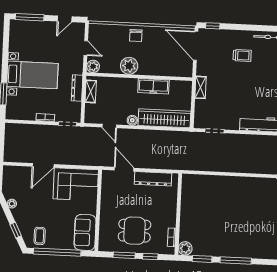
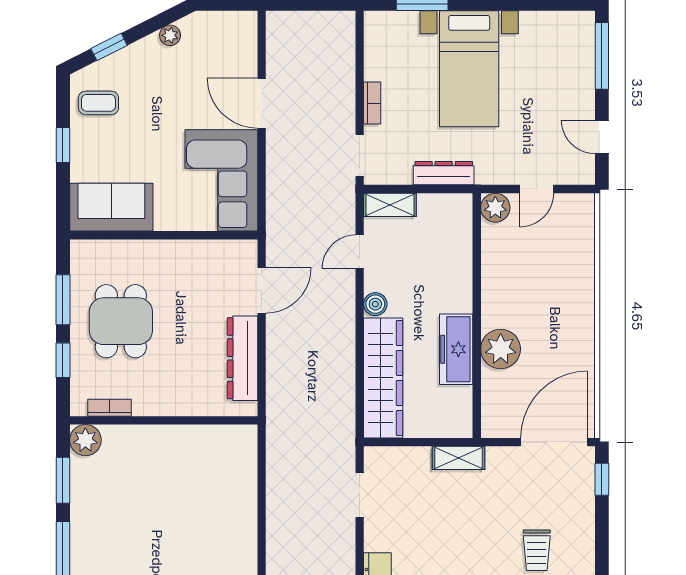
chair: (136, 35) -> (571, 303), removed
plant: (129, 66) -> (501, 349), moved
shelving: (91, 91) -> (390, 205), moved
window: (57, 252) -> (63, 145), width x0.32

